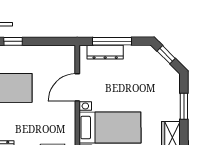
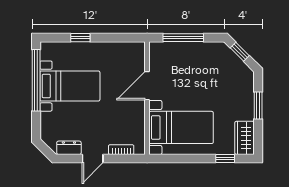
dresser: (105, 52) -> (176, 49), removed

